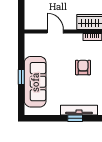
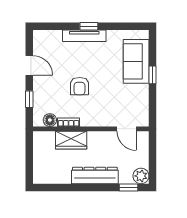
door: (55, 31) -> (126, 129), moved
sofa: (35, 82) -> (136, 61), width x0.73

